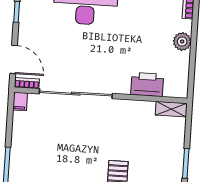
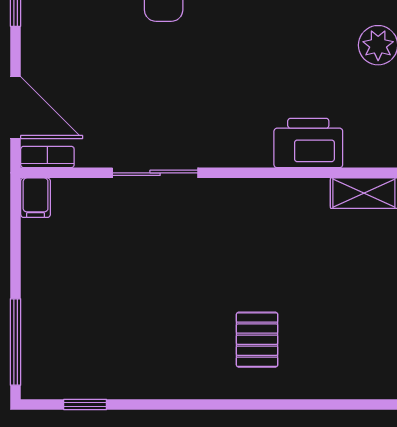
sliding door: (76, 94) -> (155, 173), width x0.54

